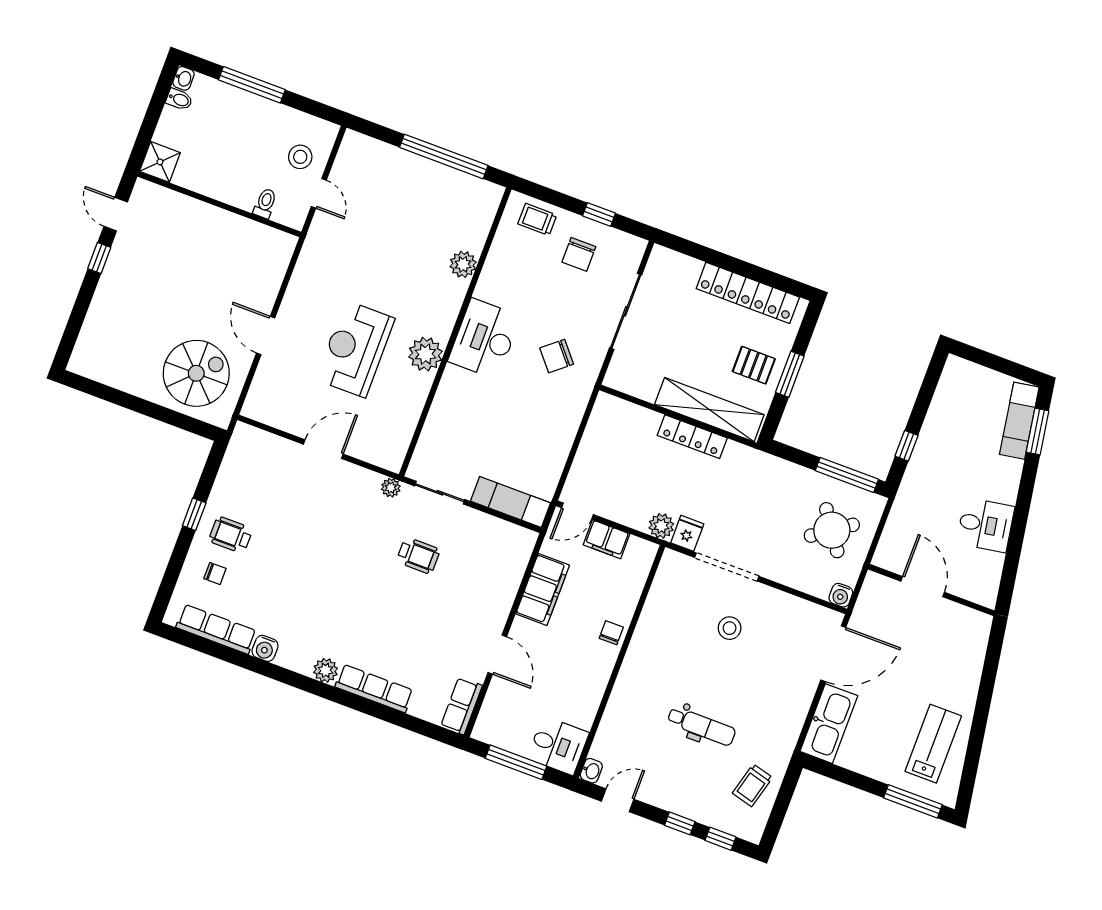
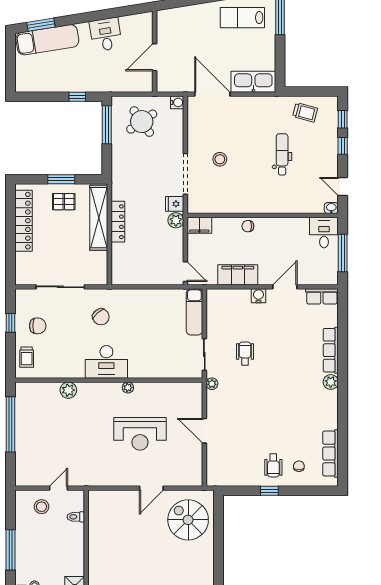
plant: (425, 354) -> (128, 388), width x0.53, depth x0.53
pallet: (754, 365) -> (64, 202), turned 90
exam couch: (1019, 421) -> (47, 40), width x1.36, depth x1.45
filing cabinet: (607, 539) -> (199, 225), moved, turned 90
water cooler: (265, 648) -> (258, 296), moved, turned -90

